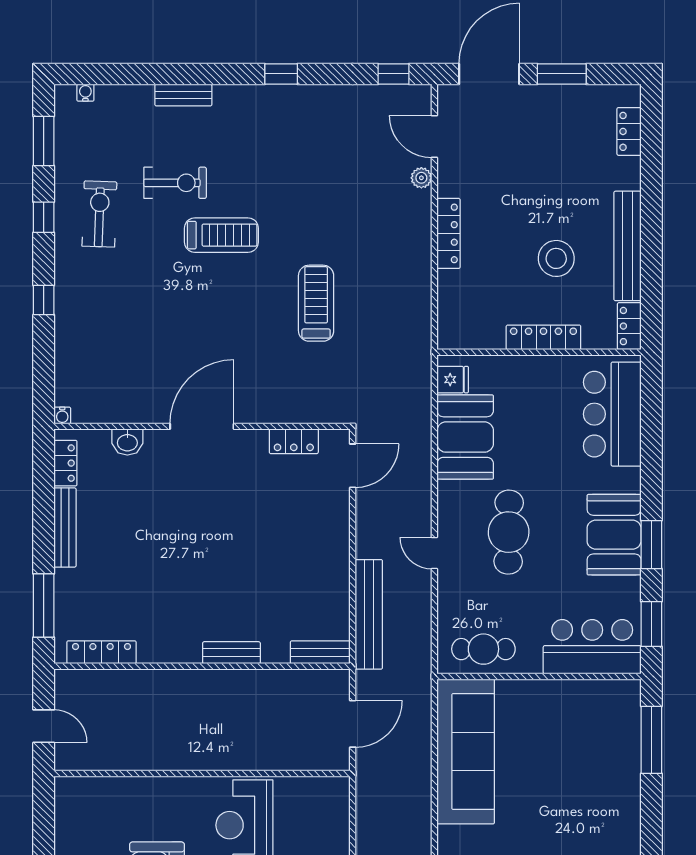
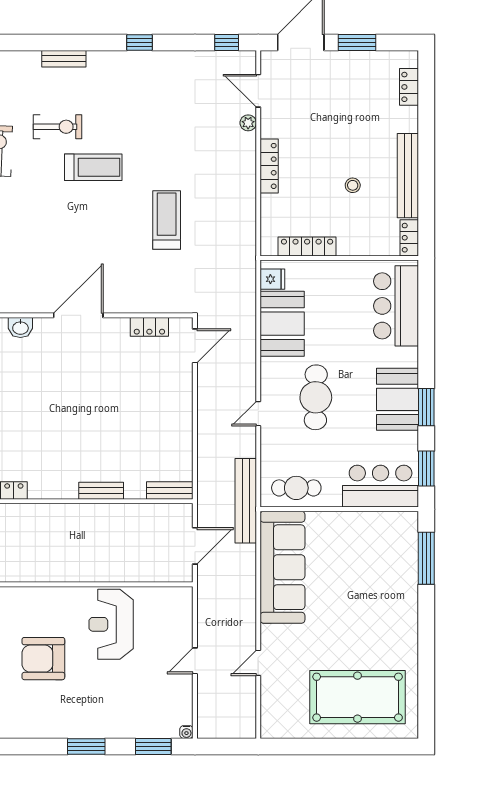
stool: (556, 258) -> (353, 185), width x0.53, depth x0.53
locker: (543, 337) -> (307, 246), moved
door: (434, 553) -> (258, 414), hinge flipped
bench: (369, 614) -> (246, 501), moved

